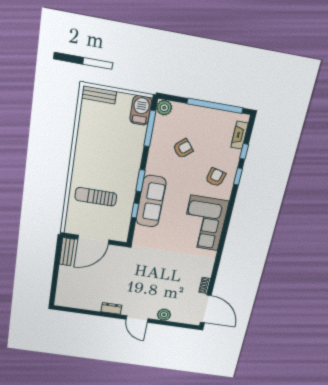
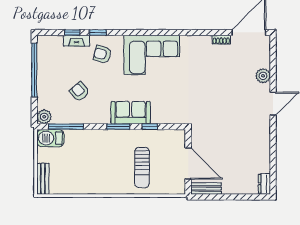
fireplace: (240, 135) -> (77, 41), moved
sofa: (151, 201) -> (131, 113), width x0.73
dresser: (111, 308) -> (264, 184), moved

